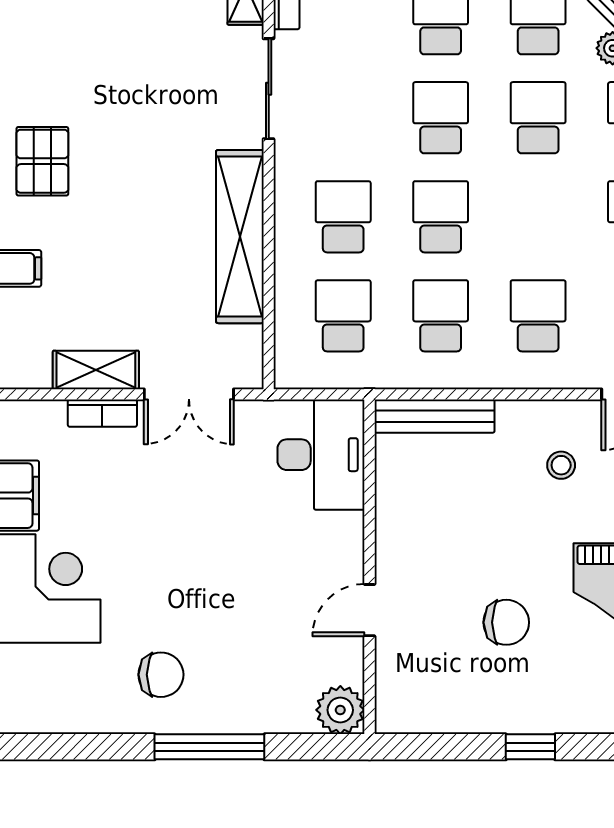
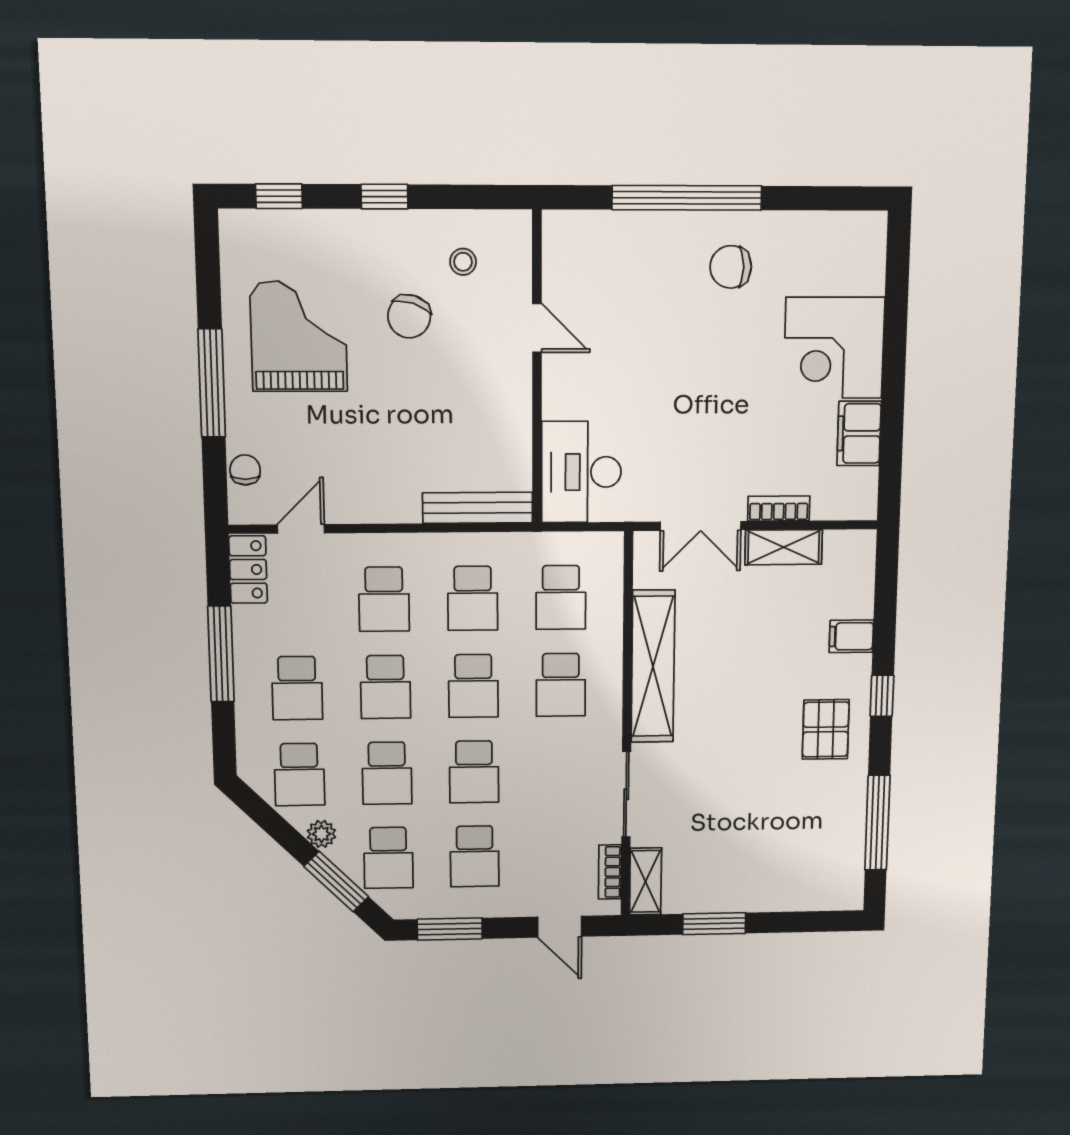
school desk: (538, 217) -> (386, 687), added
double door: (189, 394) -> (701, 526), swing flipped
stool: (561, 465) -> (463, 262), moved
door: (370, 610) -> (537, 328), hinge flipped
chair: (506, 622) -> (409, 316), turned -72
plant: (340, 710) -> (564, 233), removed
window: (209, 747) -> (687, 198), width x1.46

